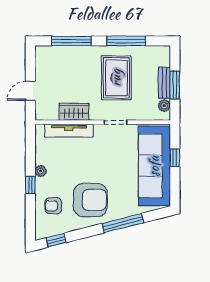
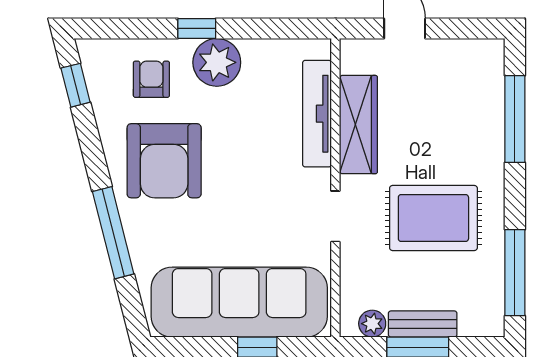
window: (126, 41) -> (515, 273), moved
wardrobe: (74, 112) -> (358, 125), width x1.50
plant: (41, 171) -> (217, 62), width x1.88, depth x1.88

